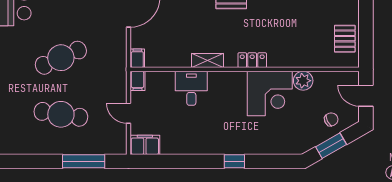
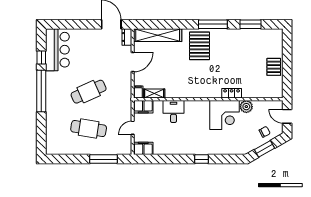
pallet: (345, 39) -> (274, 67), moved
locker: (252, 60) -> (232, 93), moved
shelving: (208, 61) -> (154, 94), moved
filing cabinet: (138, 81) -> (143, 107), width x2.00
door: (129, 113) -> (133, 128), hinge flipped

